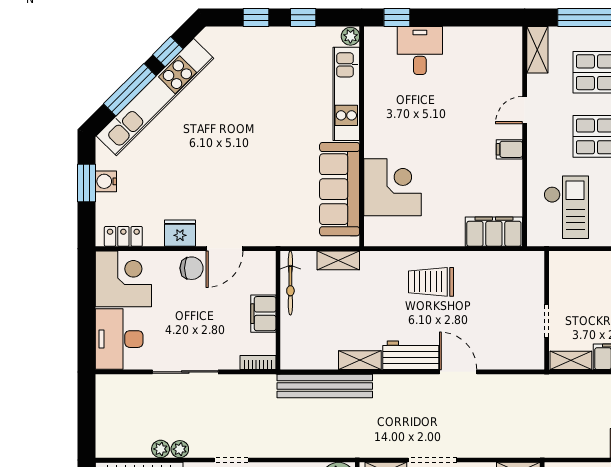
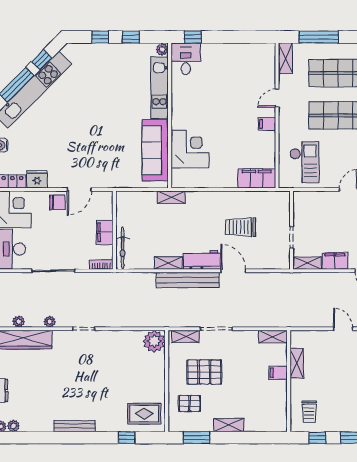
desk: (420, 50) -> (186, 59), moved
fridge: (180, 233) -> (37, 179), moved
shelving: (338, 260) -> (171, 197), moved
trolley: (431, 282) -> (241, 227), moved
bicycle: (290, 283) -> (123, 248), moved
bench: (325, 386) -> (188, 280), moved
plant: (161, 449) -> (19, 322), moved

